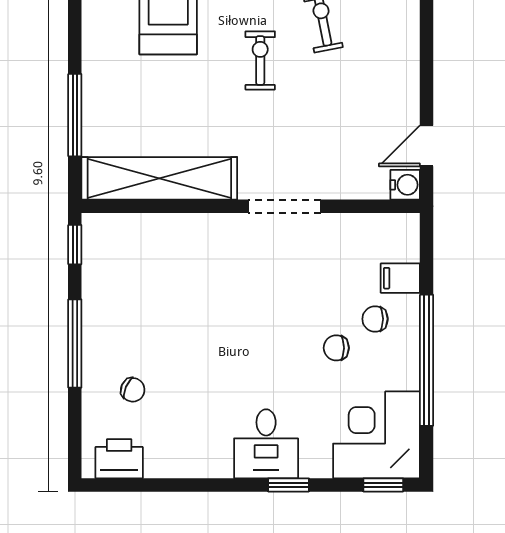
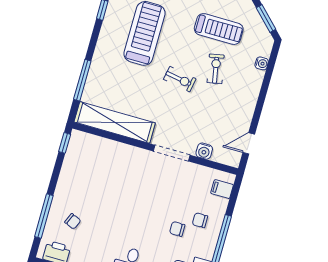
exercise bike: (260, 60) -> (180, 79), turned 100
water cooler: (405, 185) -> (204, 151), moved, turned 90
filing cabinet: (400, 278) -> (222, 189), moved
window: (75, 343) -> (44, 216), moved

